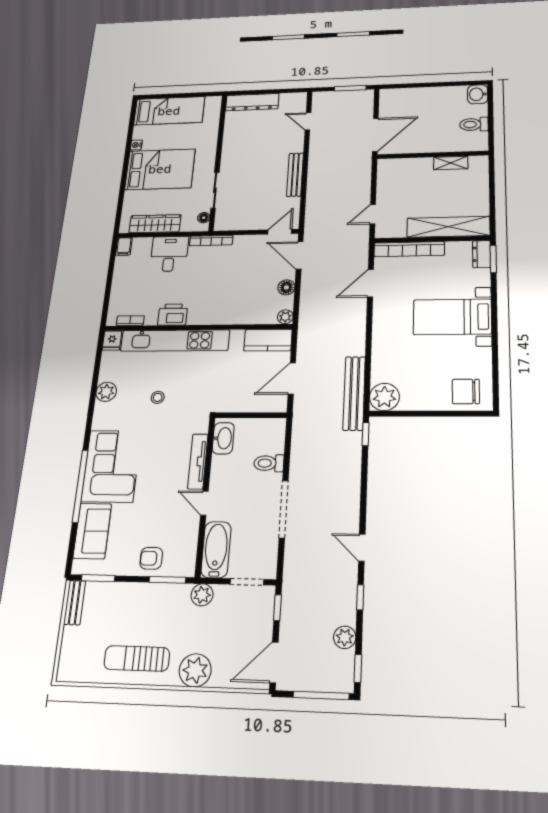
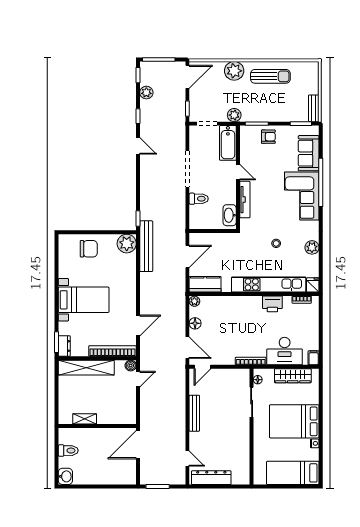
dresser: (252, 102) -> (211, 478), moved
boiler: (383, 231) -> (131, 366), added
desk: (169, 254) -> (285, 351), width x1.37
chair: (466, 391) -> (89, 249), moved

